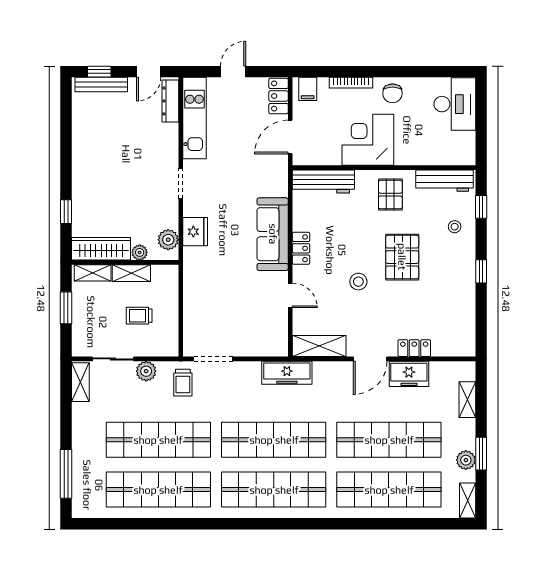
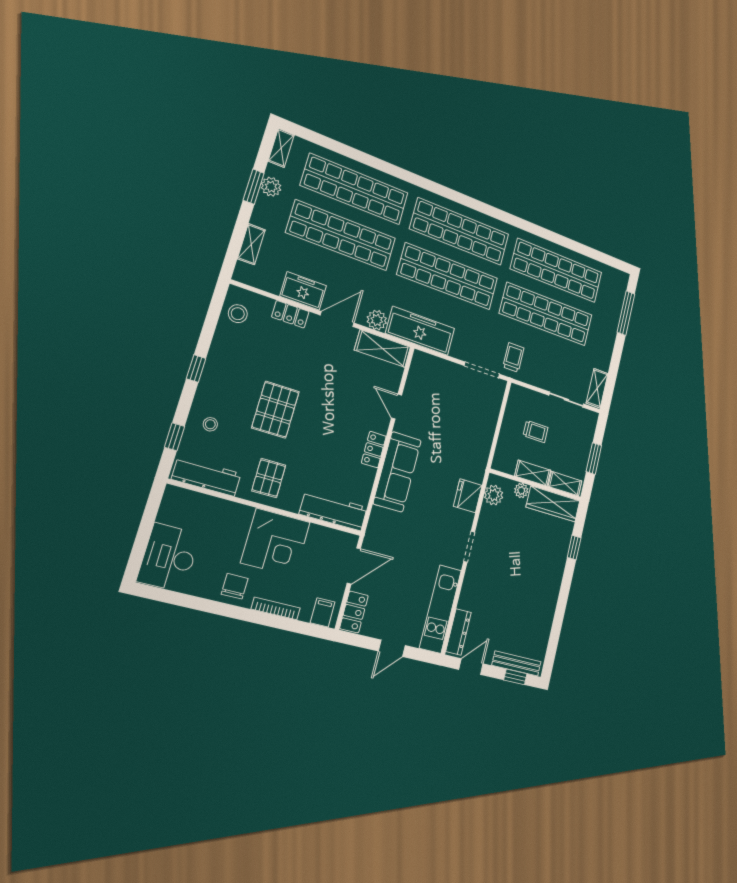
stool: (358, 282) -> (238, 314), moved
plant: (146, 371) -> (377, 320), moved
freezer: (287, 373) -> (420, 331), width x1.36, depth x1.26

